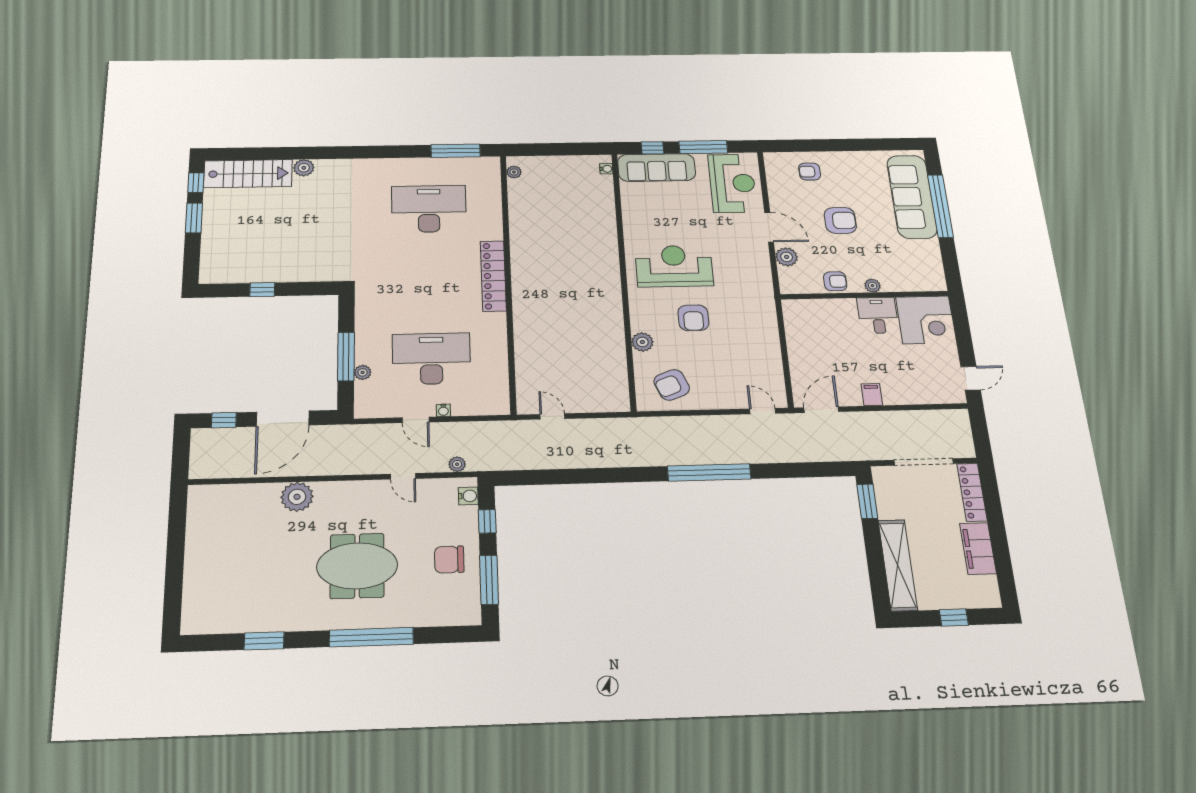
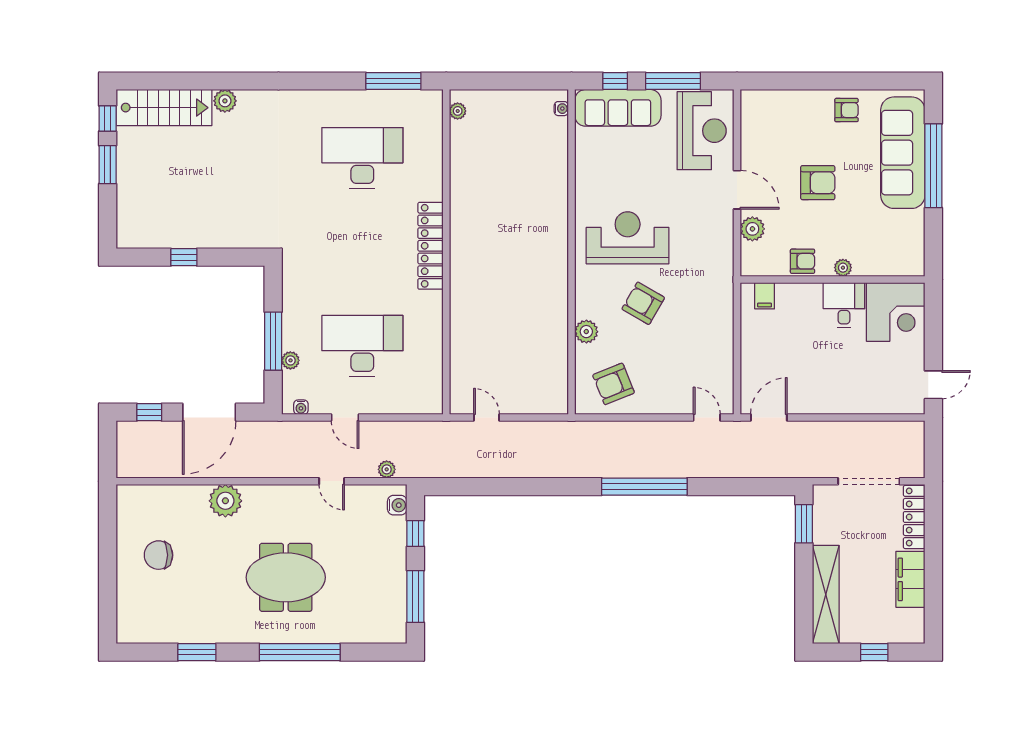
armchair: (810, 172) -> (846, 110), moved, turned 180
armchair: (693, 318) -> (643, 303), turned 120
filing cabinet: (872, 395) -> (765, 296), moved, turned 180
water cooler: (443, 410) -> (301, 407), moved
chair: (449, 559) -> (158, 555), moved

